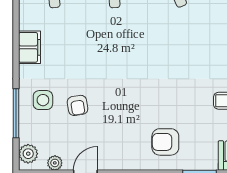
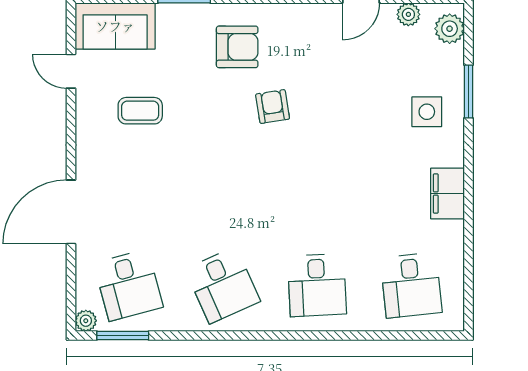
armchair: (78, 105) -> (273, 107), moved
window: (16, 113) -> (469, 91), width x0.69

